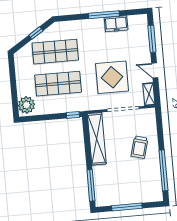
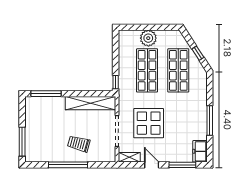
freezer: (116, 24) -> (200, 151), moved
door: (155, 70) -> (152, 165), hinge flipped
plant: (27, 105) -> (148, 38), moved
window: (163, 170) -> (68, 165), moved
window: (127, 207) -> (22, 142), moved

